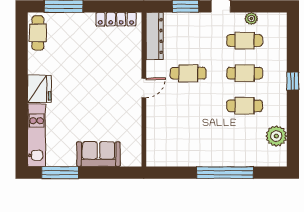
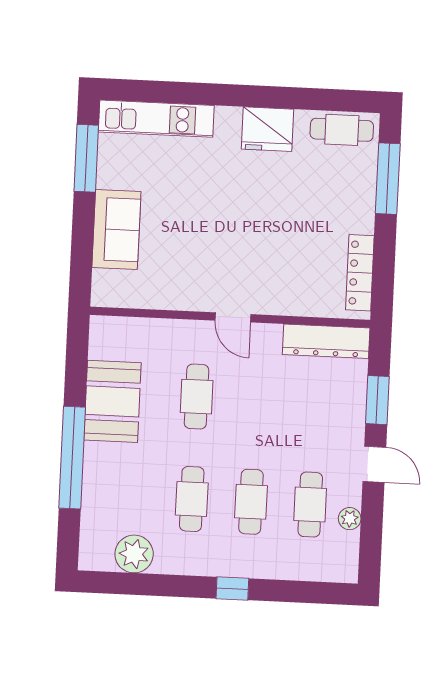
cafe table: (188, 73) -> (197, 397), moved
fridge: (39, 89) -> (268, 129), moved
booth: (193, 152) -> (113, 401), added

